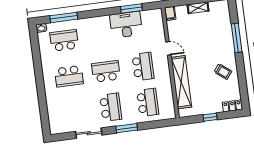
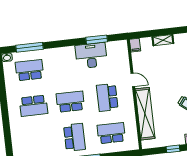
school desk: (143, 67) -> (107, 97), turned 180
school desk: (148, 102) -> (111, 133), turned -90

